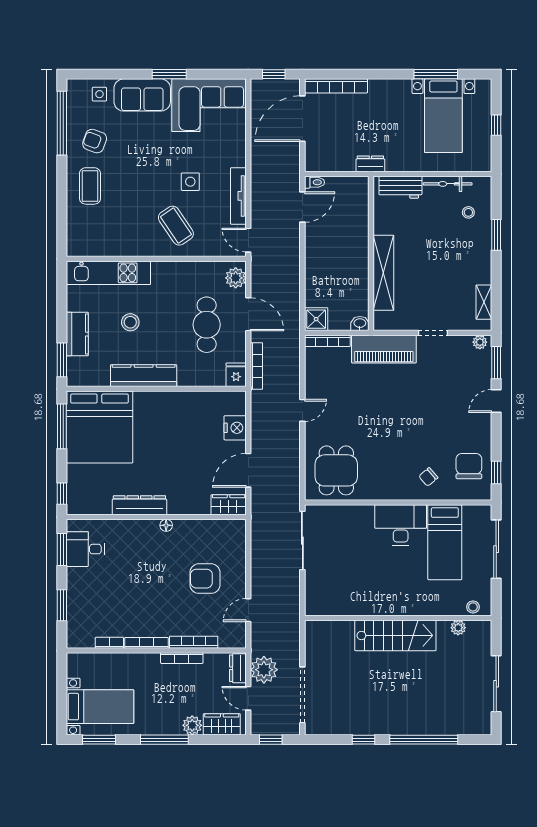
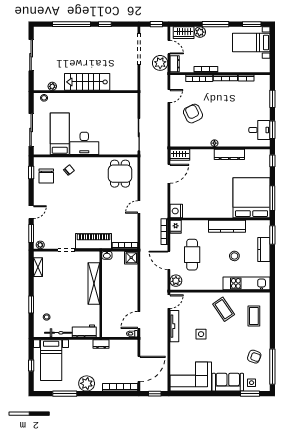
window: (169, 74) -> (250, 394), moved
plant: (396, 93) -> (87, 383), added
bed with nightstands: (443, 116) -> (51, 360), moved, turned 180
coffee table: (90, 186) -> (254, 316), moved
coffee table: (176, 226) -> (224, 309), moved
door: (248, 240) -> (169, 302), hinge flipped
nightstand: (235, 428) -> (176, 211), moved
armchair: (205, 579) -> (193, 114), turned -116

